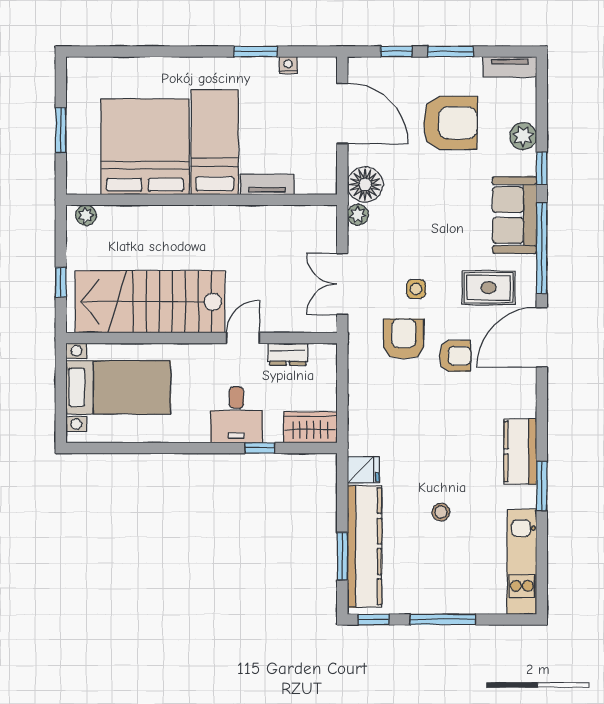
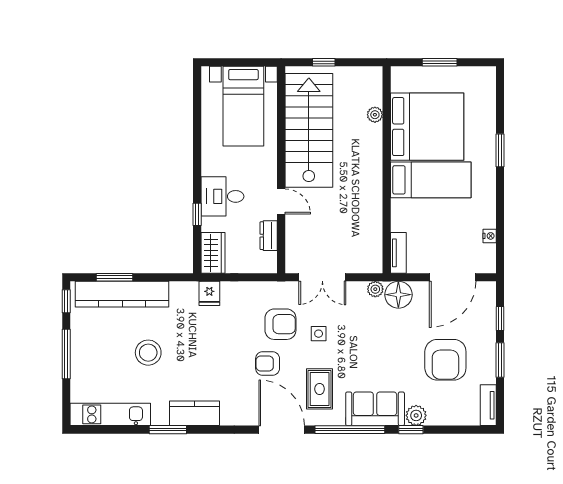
window: (256, 51) -> (500, 150), moved
plant: (523, 136) -> (416, 415), moved
tv unit: (267, 185) -> (398, 253), moved
plant: (86, 215) -> (375, 115), moved
double door: (342, 284) -> (322, 277), swing flipped
armchair: (455, 356) -> (268, 363), turned 90
fridge: (363, 470) -> (209, 293), moved
stool: (441, 512) -> (148, 353), width x1.89, depth x1.89

